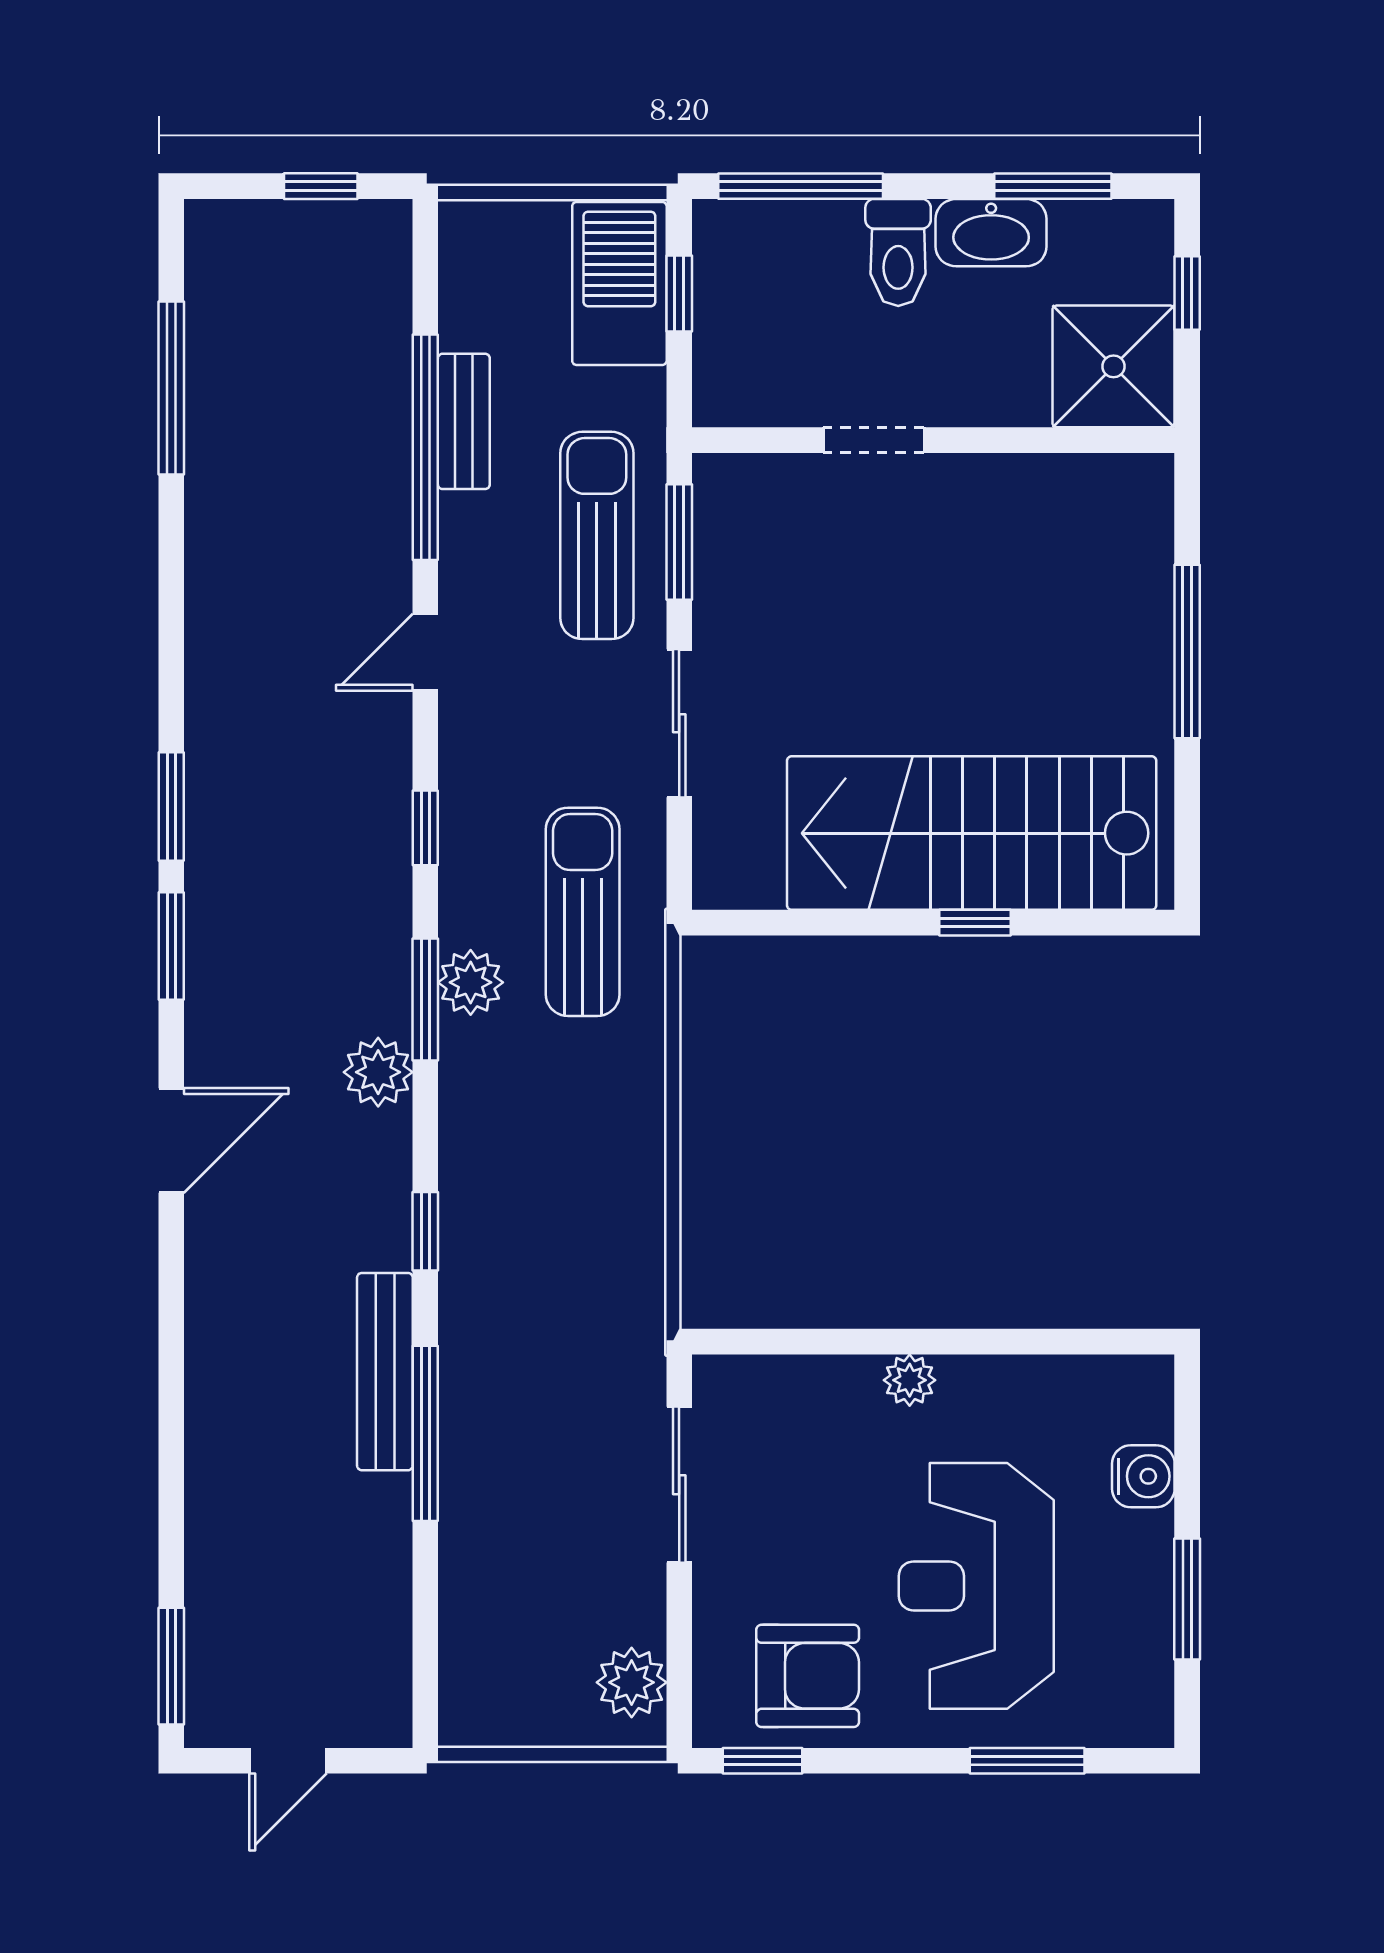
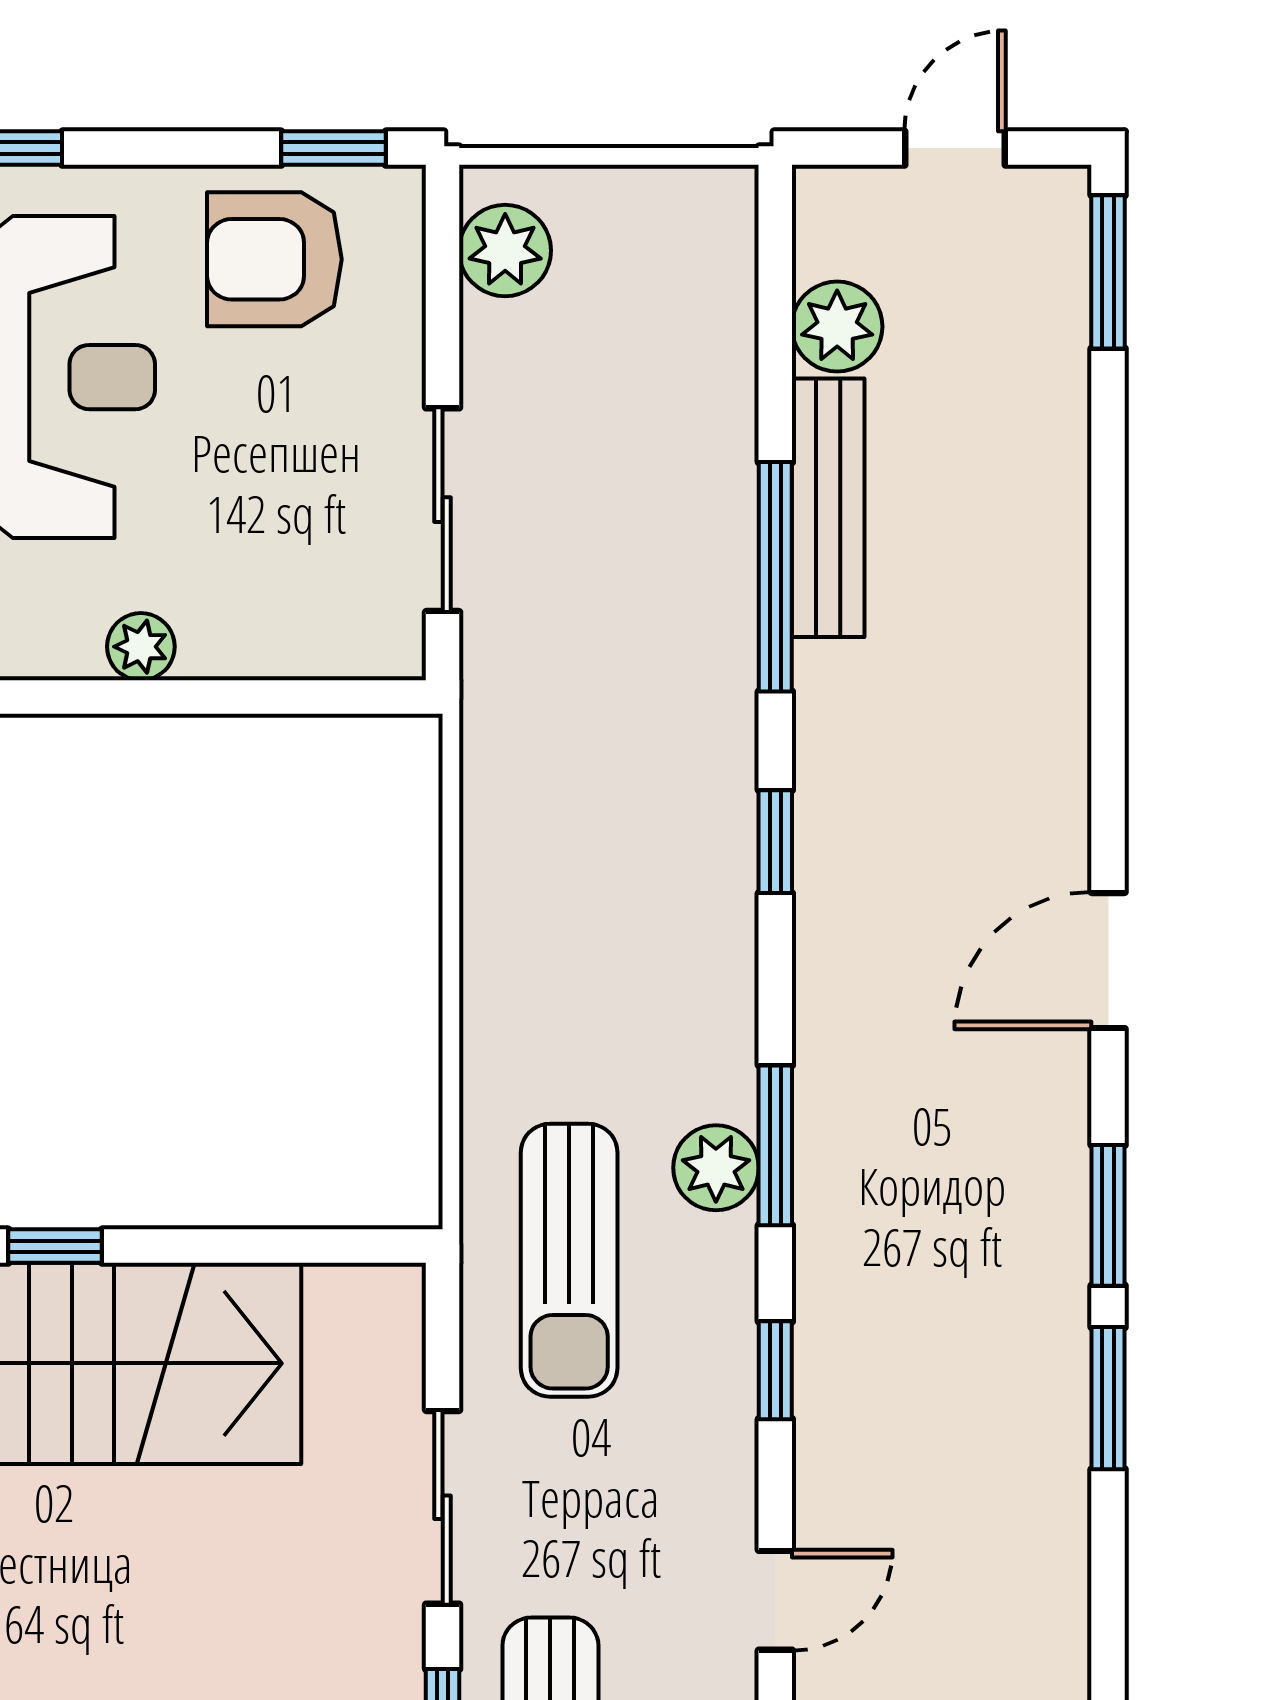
plant: (378, 1072) -> (837, 327), moved
bench: (385, 1372) -> (828, 508), moved

